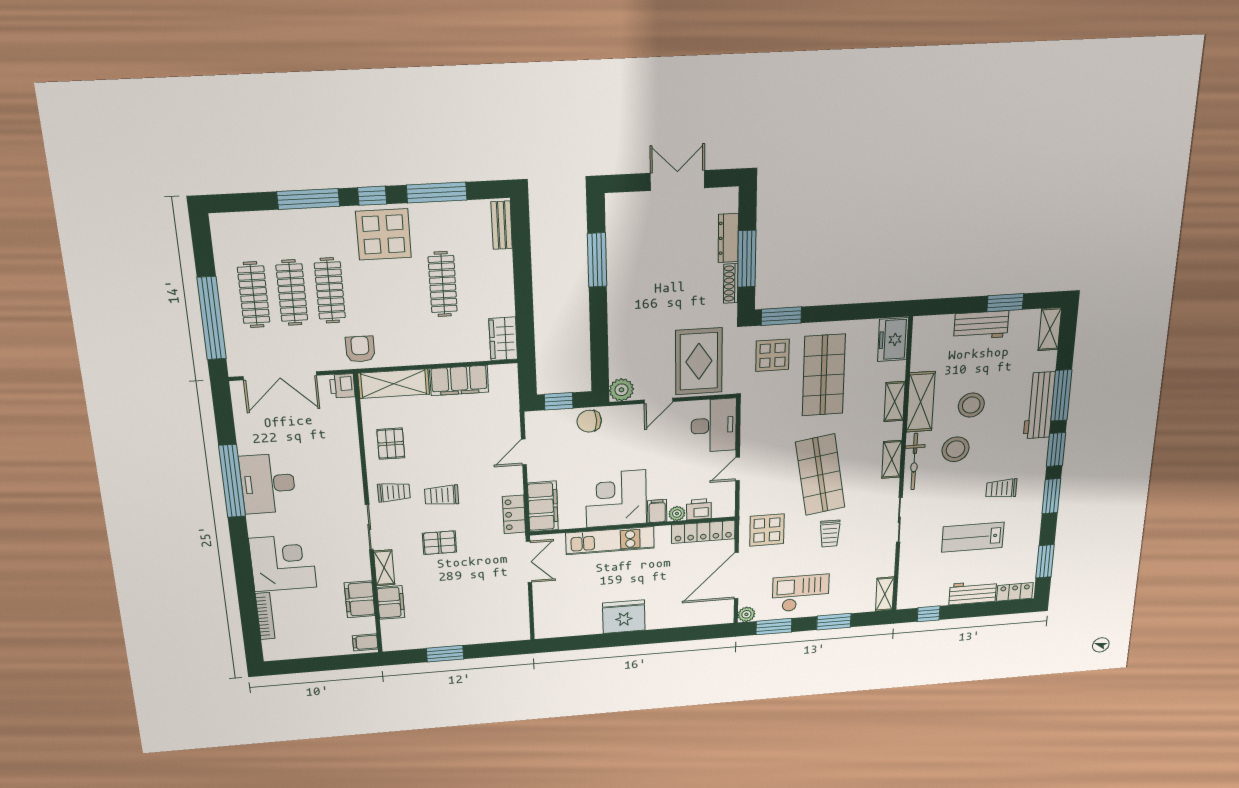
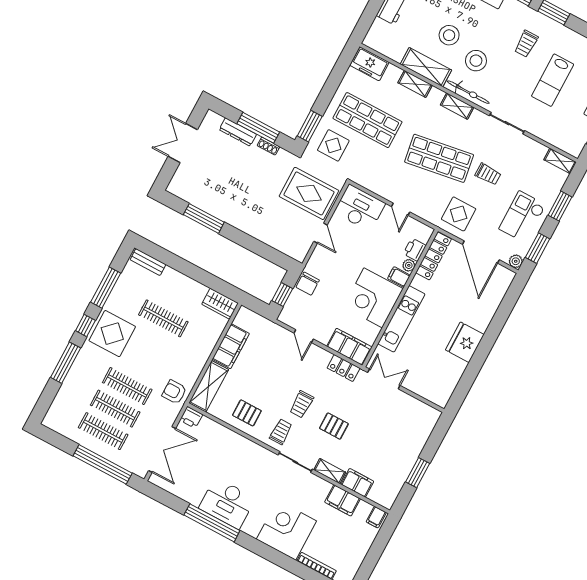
shoe rack: (731, 283) -> (268, 146), width x0.70
plant: (621, 390) -> (299, 252), removed
pallet: (439, 543) -> (334, 426), turned 90

